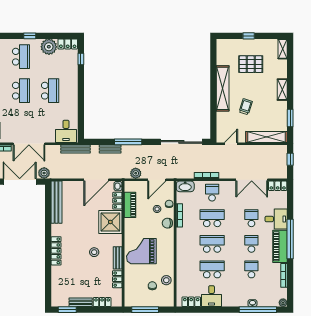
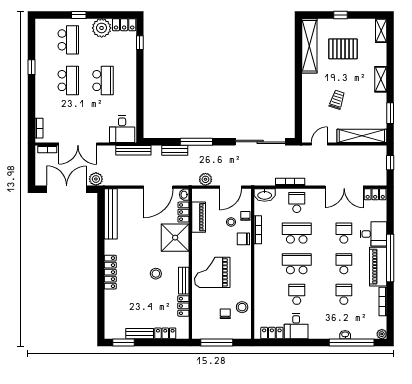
shelving: (223, 88) -> (309, 46), moved
school desk: (212, 269) -> (297, 294), width x0.54

